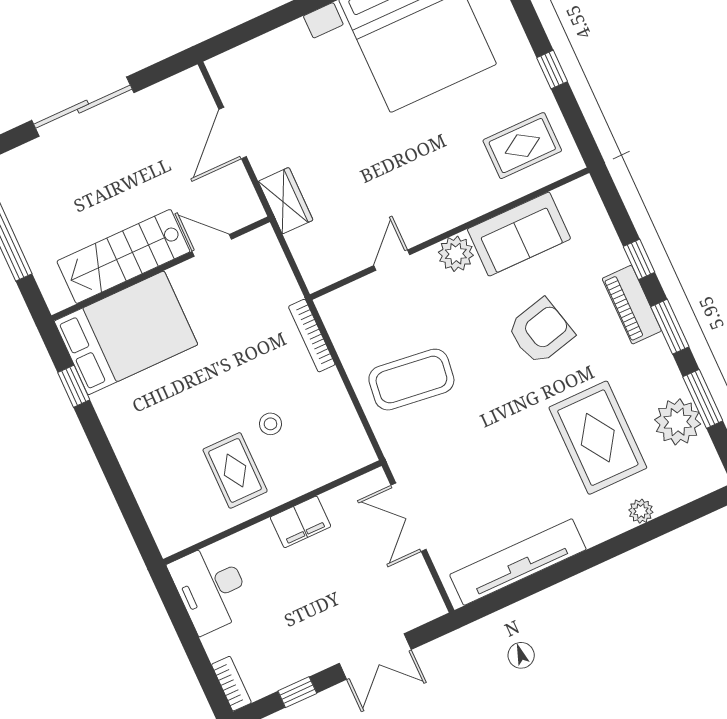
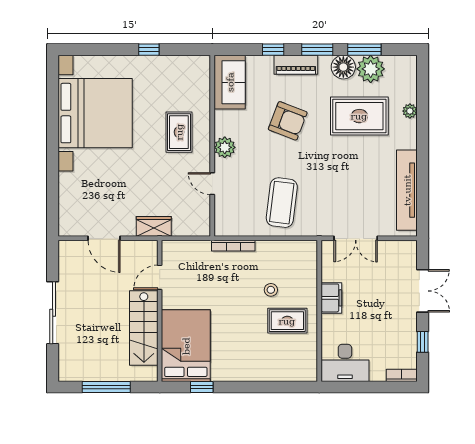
rug: (522, 146) -> (179, 132), moved
sofa: (519, 234) -> (230, 82), moved
armchair: (540, 331) -> (288, 121), turned 125
floor lamp: (661, 379) -> (343, 67), added

